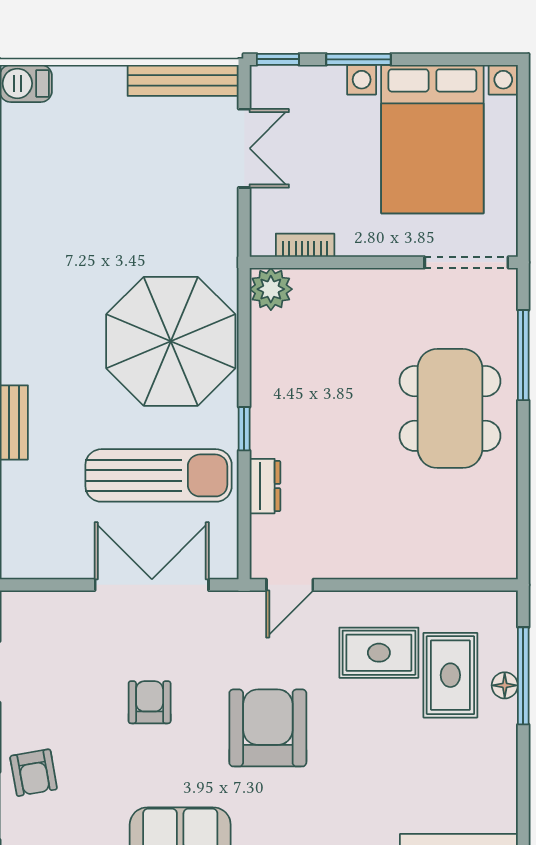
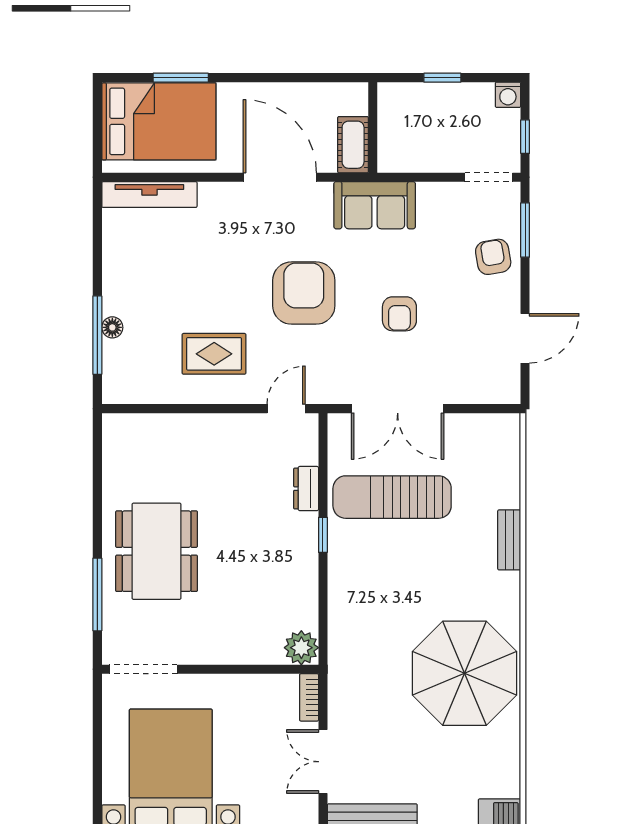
bookcase: (305, 245) -> (309, 697), moved, turned 90
parasol: (171, 341) -> (465, 673), moved
rug: (450, 675) -> (156, 336), removed
armchair: (268, 728) -> (304, 293), turned 180

